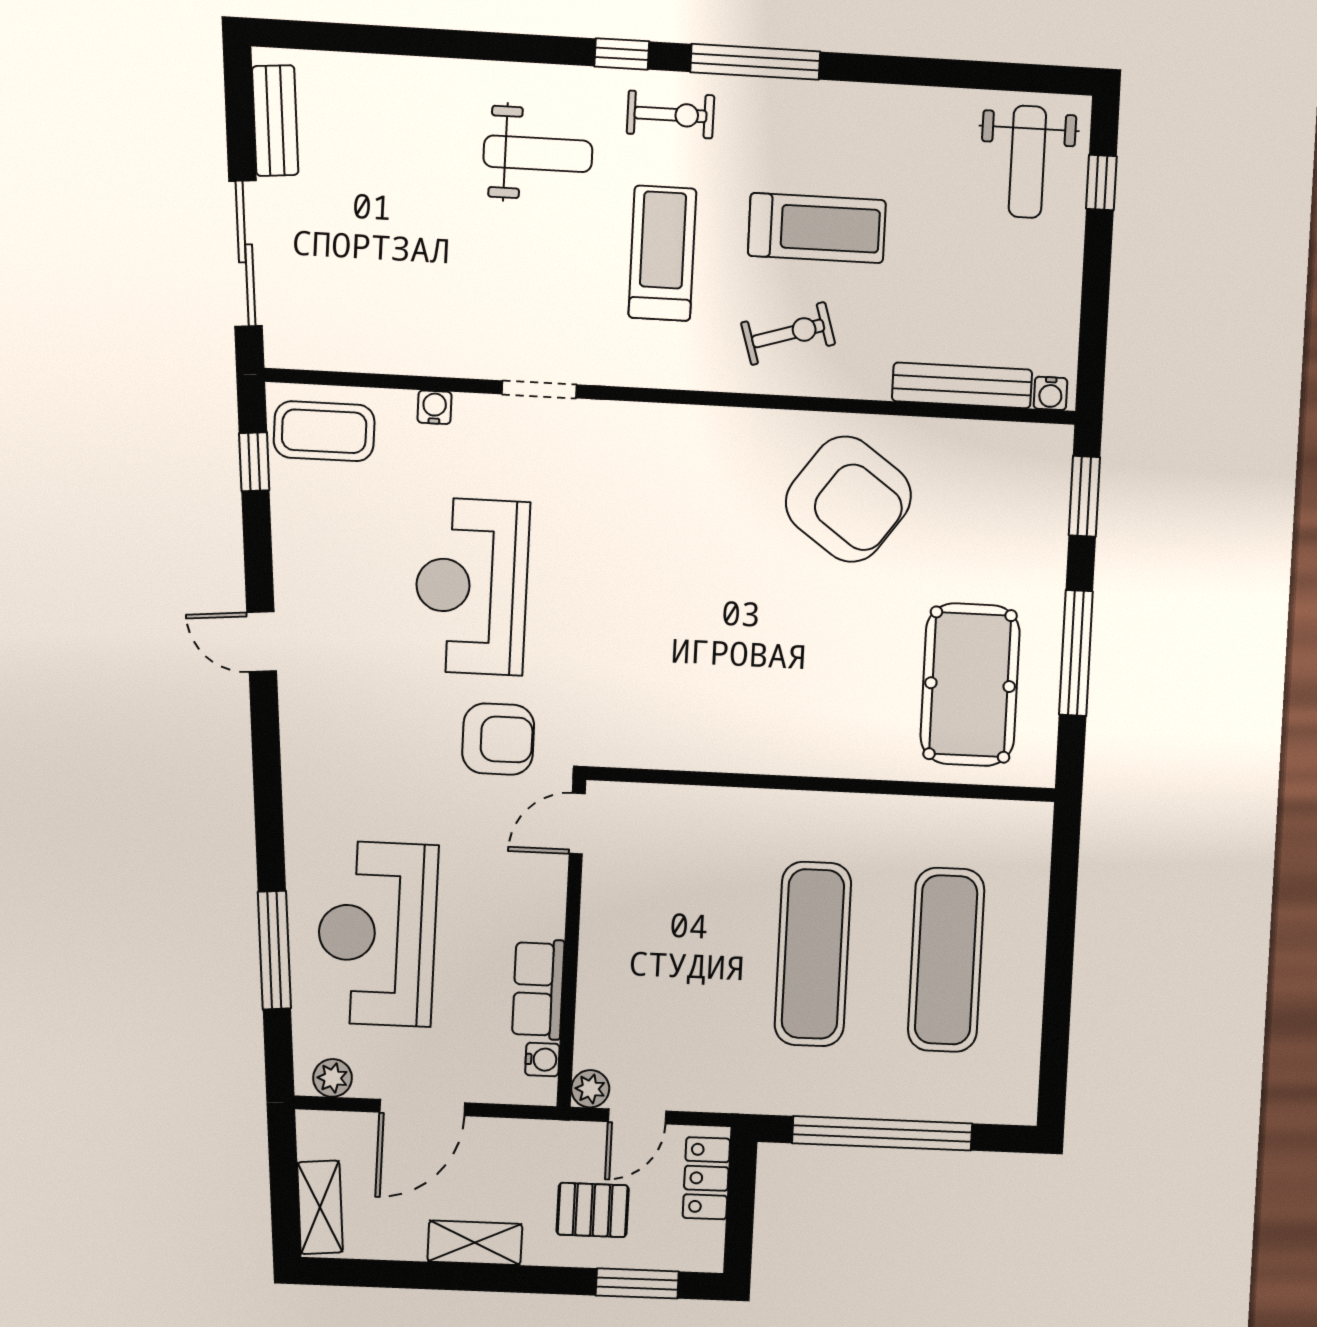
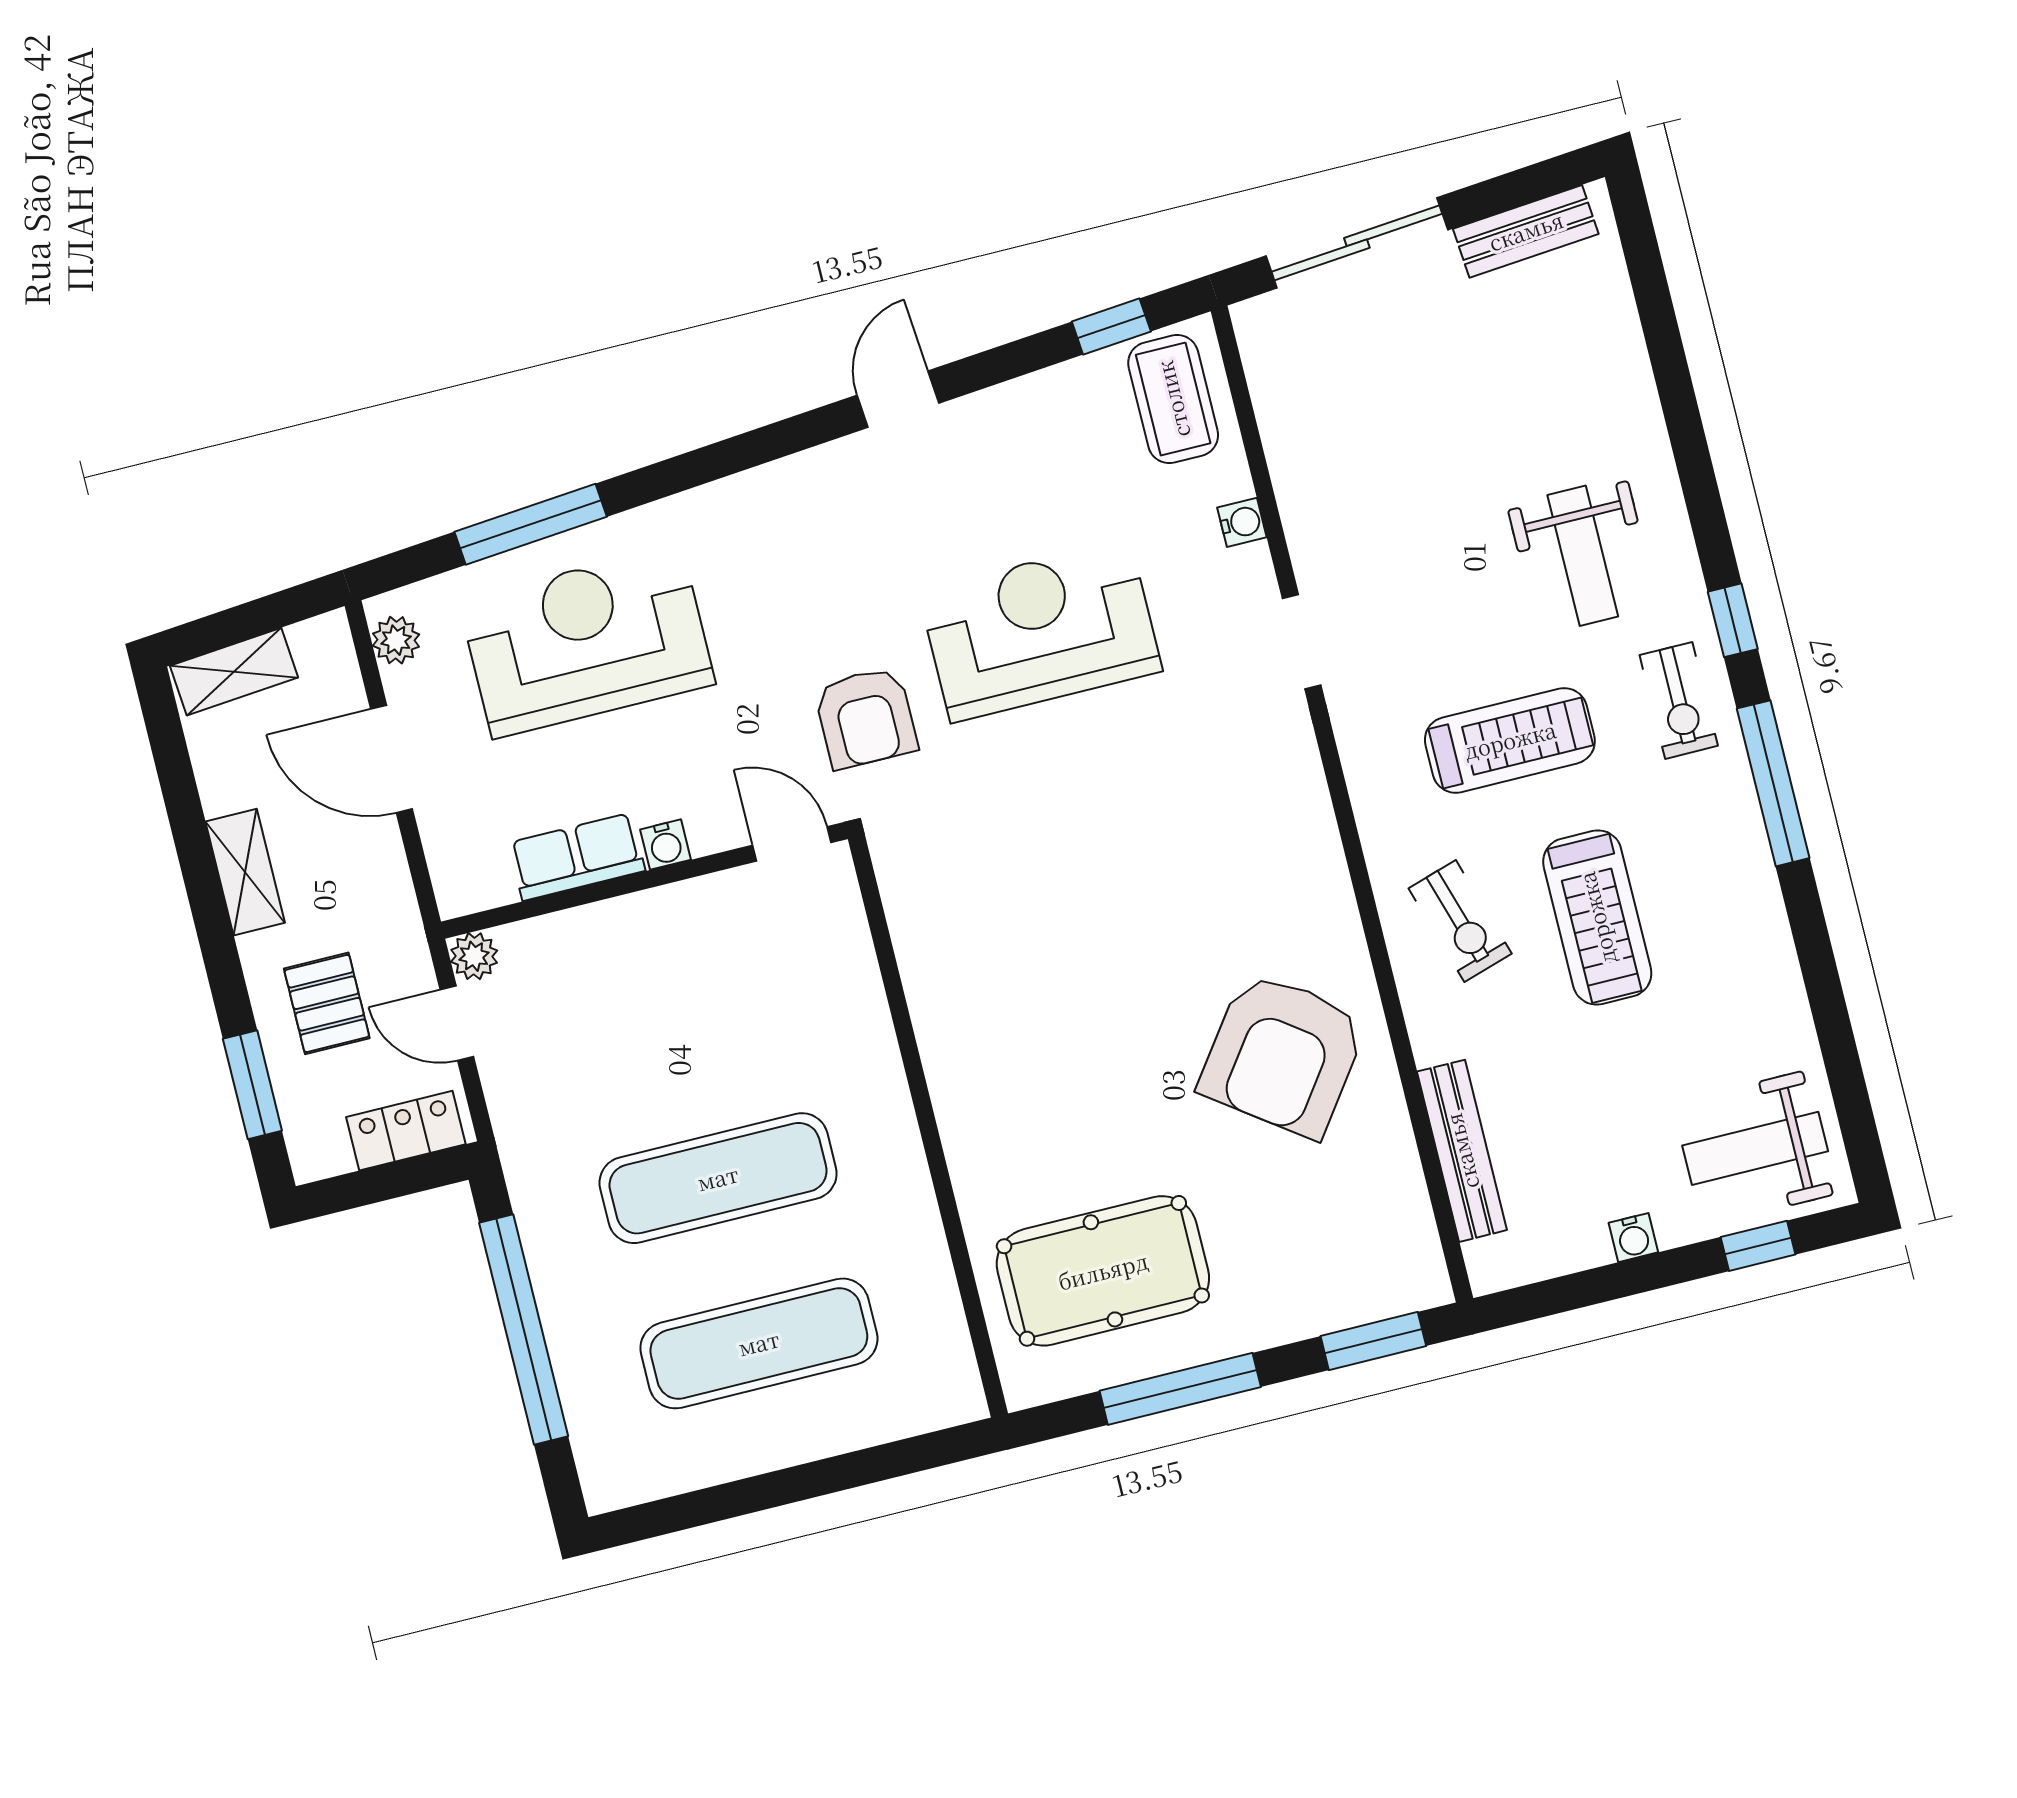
water cooler: (1050, 393) -> (1633, 1238), moved, turned -90
water cooler: (542, 1059) -> (665, 845), moved

